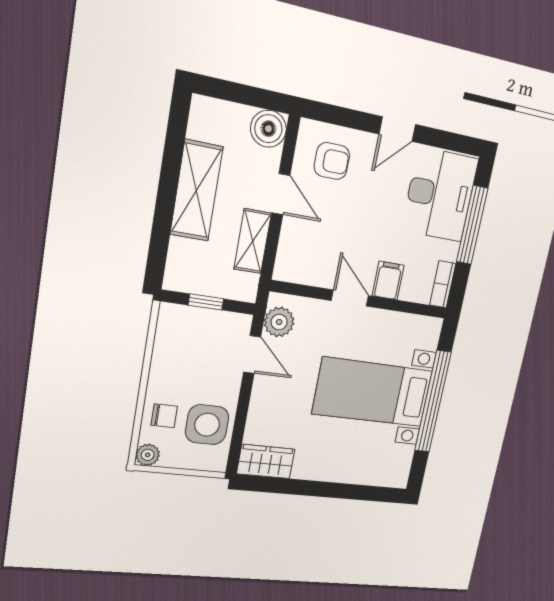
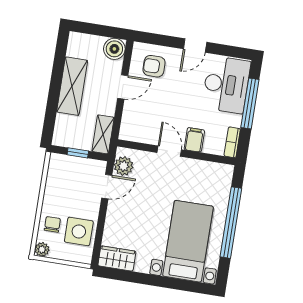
armchair: (332, 161) -> (154, 66), turned 180
door: (281, 194) -> (123, 87), hinge flipped
shelving: (253, 241) -> (103, 134), moved
door: (252, 355) -> (107, 187), hinge flipped
bed with nightstands: (373, 392) -> (188, 241), moved, turned 90
chair: (164, 416) -> (52, 224), turned -90

